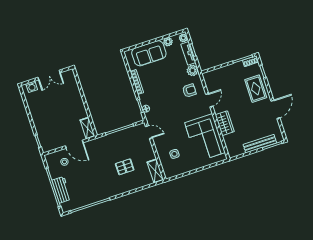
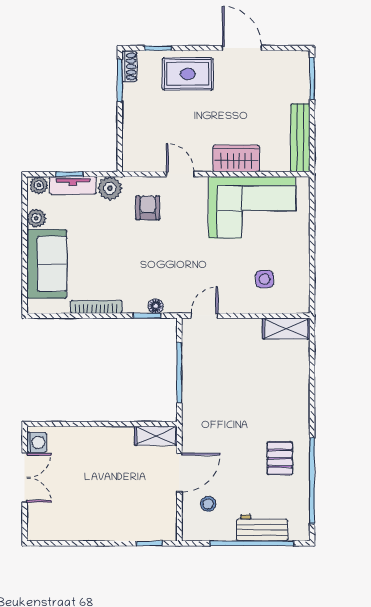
washing machine: (32, 87) -> (37, 442), moved
bench: (260, 144) -> (300, 138), moved
pallet: (125, 167) -> (280, 458), moved

